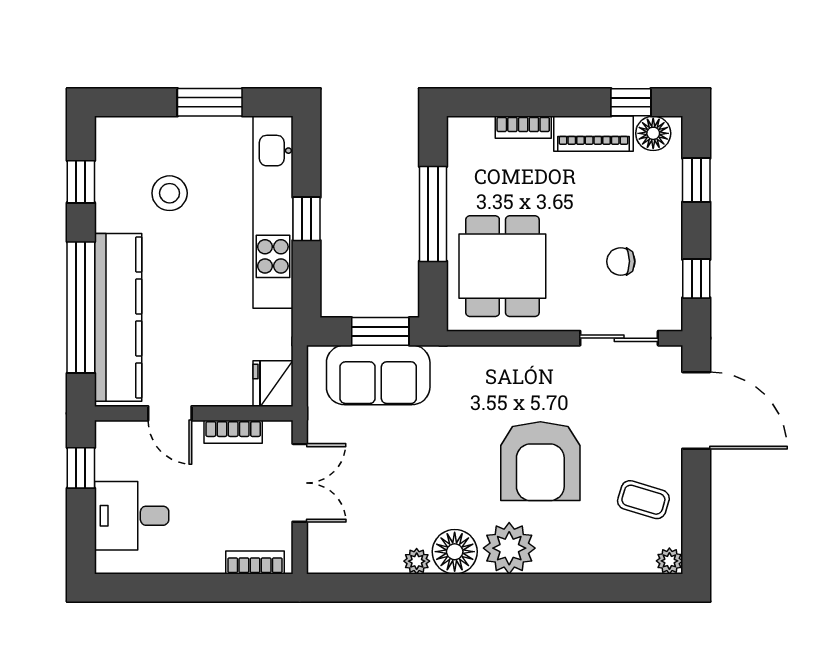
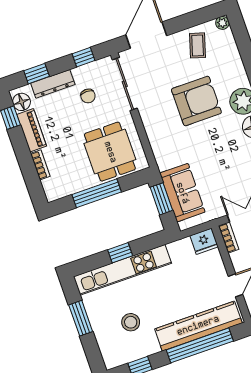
dresser: (667, 204) -> (53, 84), added
dining table: (502, 266) -> (110, 152), turned 90
sliding door: (619, 338) -> (125, 84), width x1.37
bookcase: (233, 432) -> (229, 238), moved

